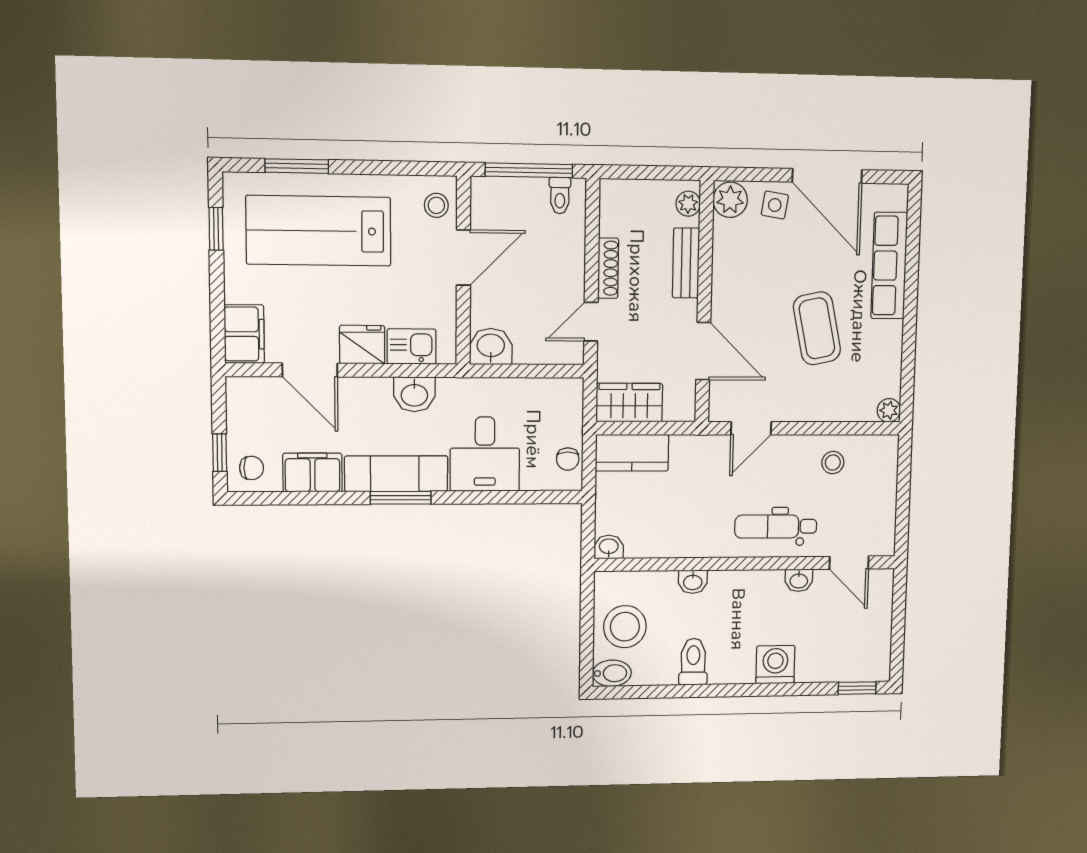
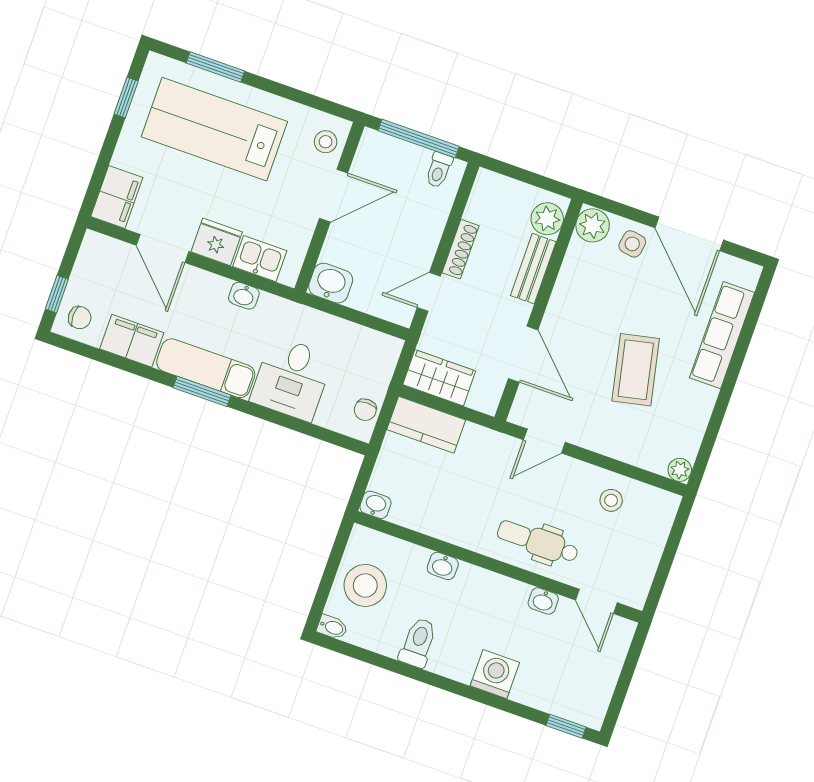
plant: (688, 204) -> (547, 219), width x1.38, depth x1.38
washbasin: (414, 394) -> (244, 296), width x0.72, depth x0.69
bidet: (612, 673) -> (332, 627), width x0.72, depth x0.74

